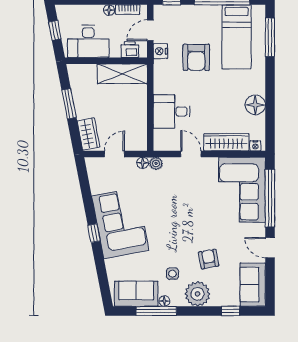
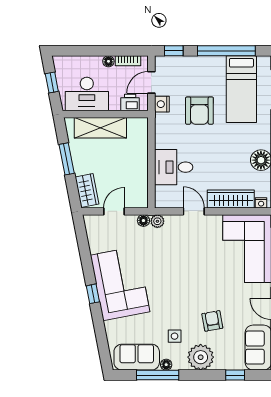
shelving: (122, 74) -> (100, 128), moved

